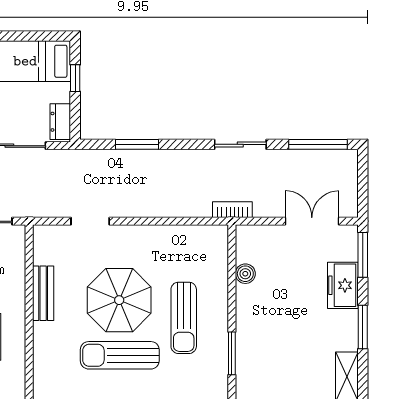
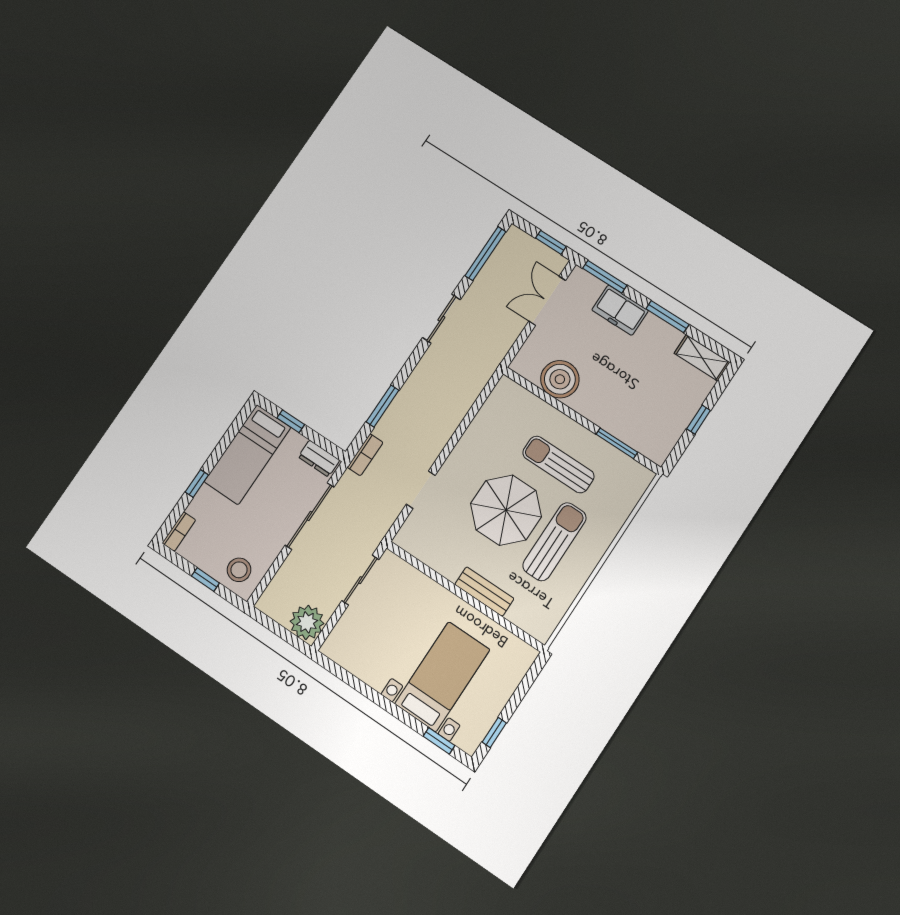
window: (363, 192) -> (551, 242), added
bookcase: (232, 210) -> (365, 455), moved, turned 180
boiler: (245, 274) -> (560, 379), width x1.86, depth x1.86
bench: (43, 293) -> (484, 592), moved
sun lounger: (184, 318) -> (558, 464), turned 180
sun lounger: (120, 355) -> (554, 542), turned 180

